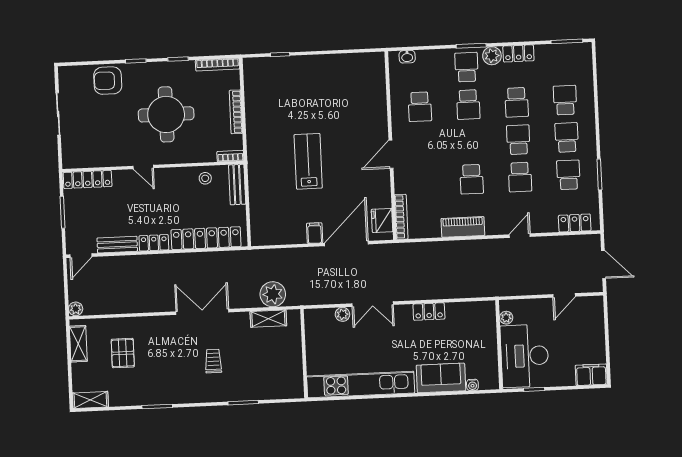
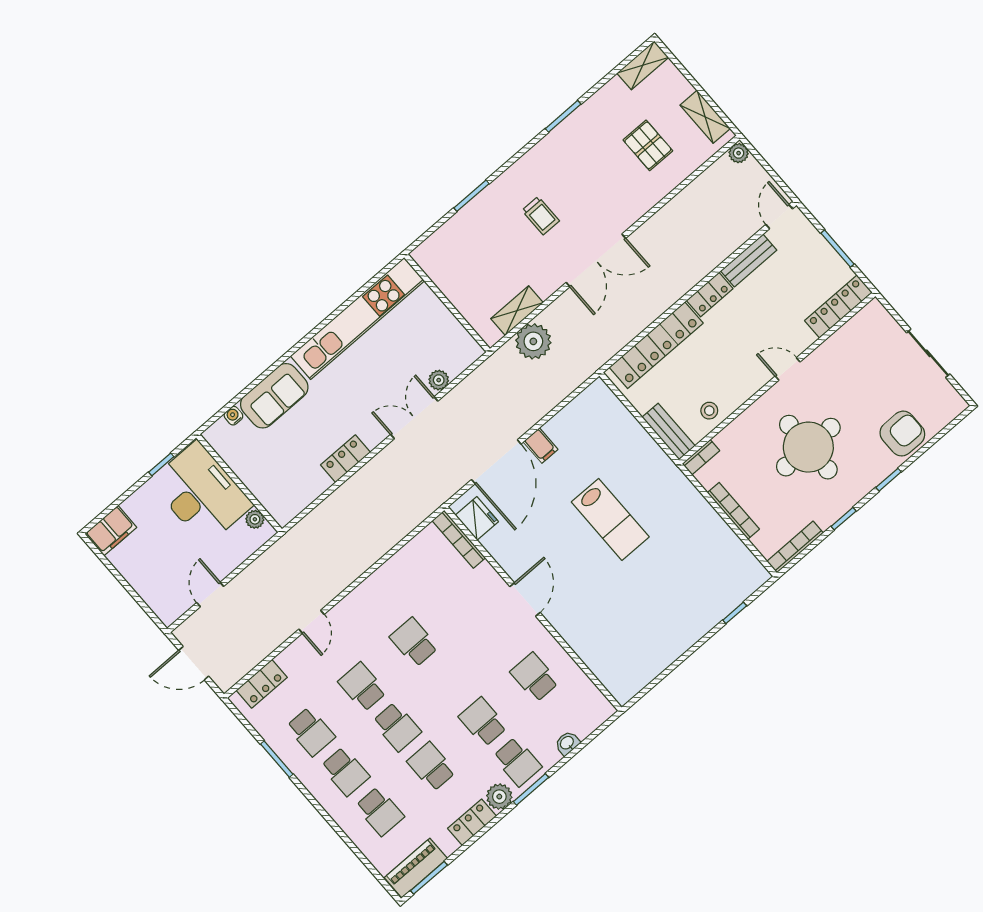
washbasin: (407, 57) -> (567, 743), moved
piano: (463, 227) -> (416, 868), moved, turned 180

